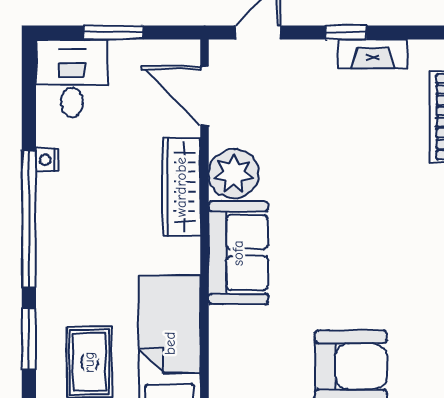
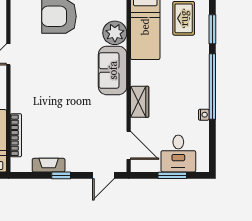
desk: (72, 78) -> (178, 154), moved
plant: (234, 174) -> (115, 33), moved
wardrobe: (181, 187) -> (140, 102), width x0.67

